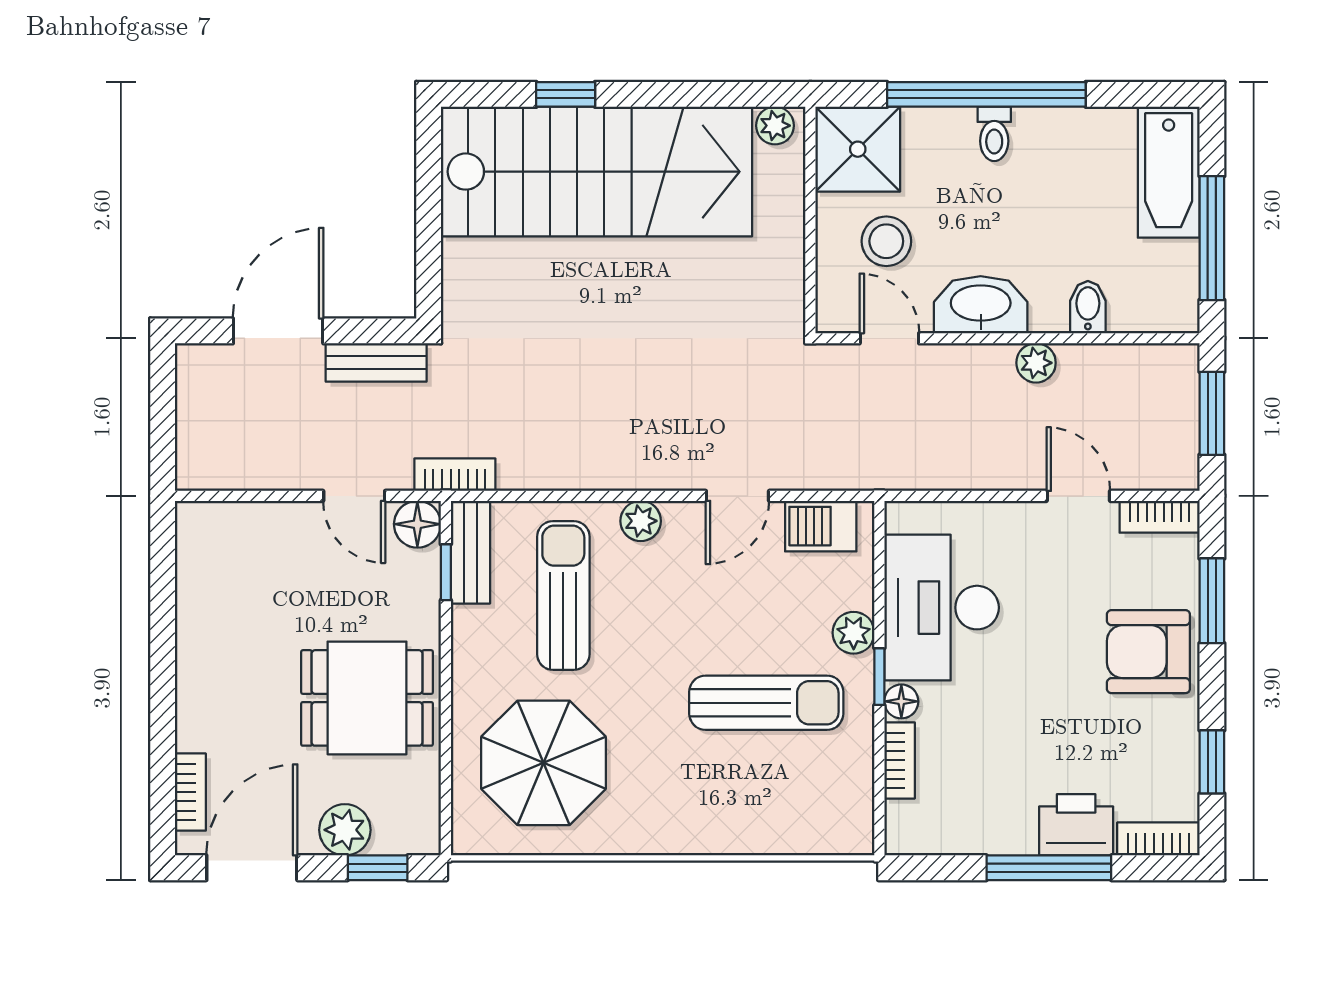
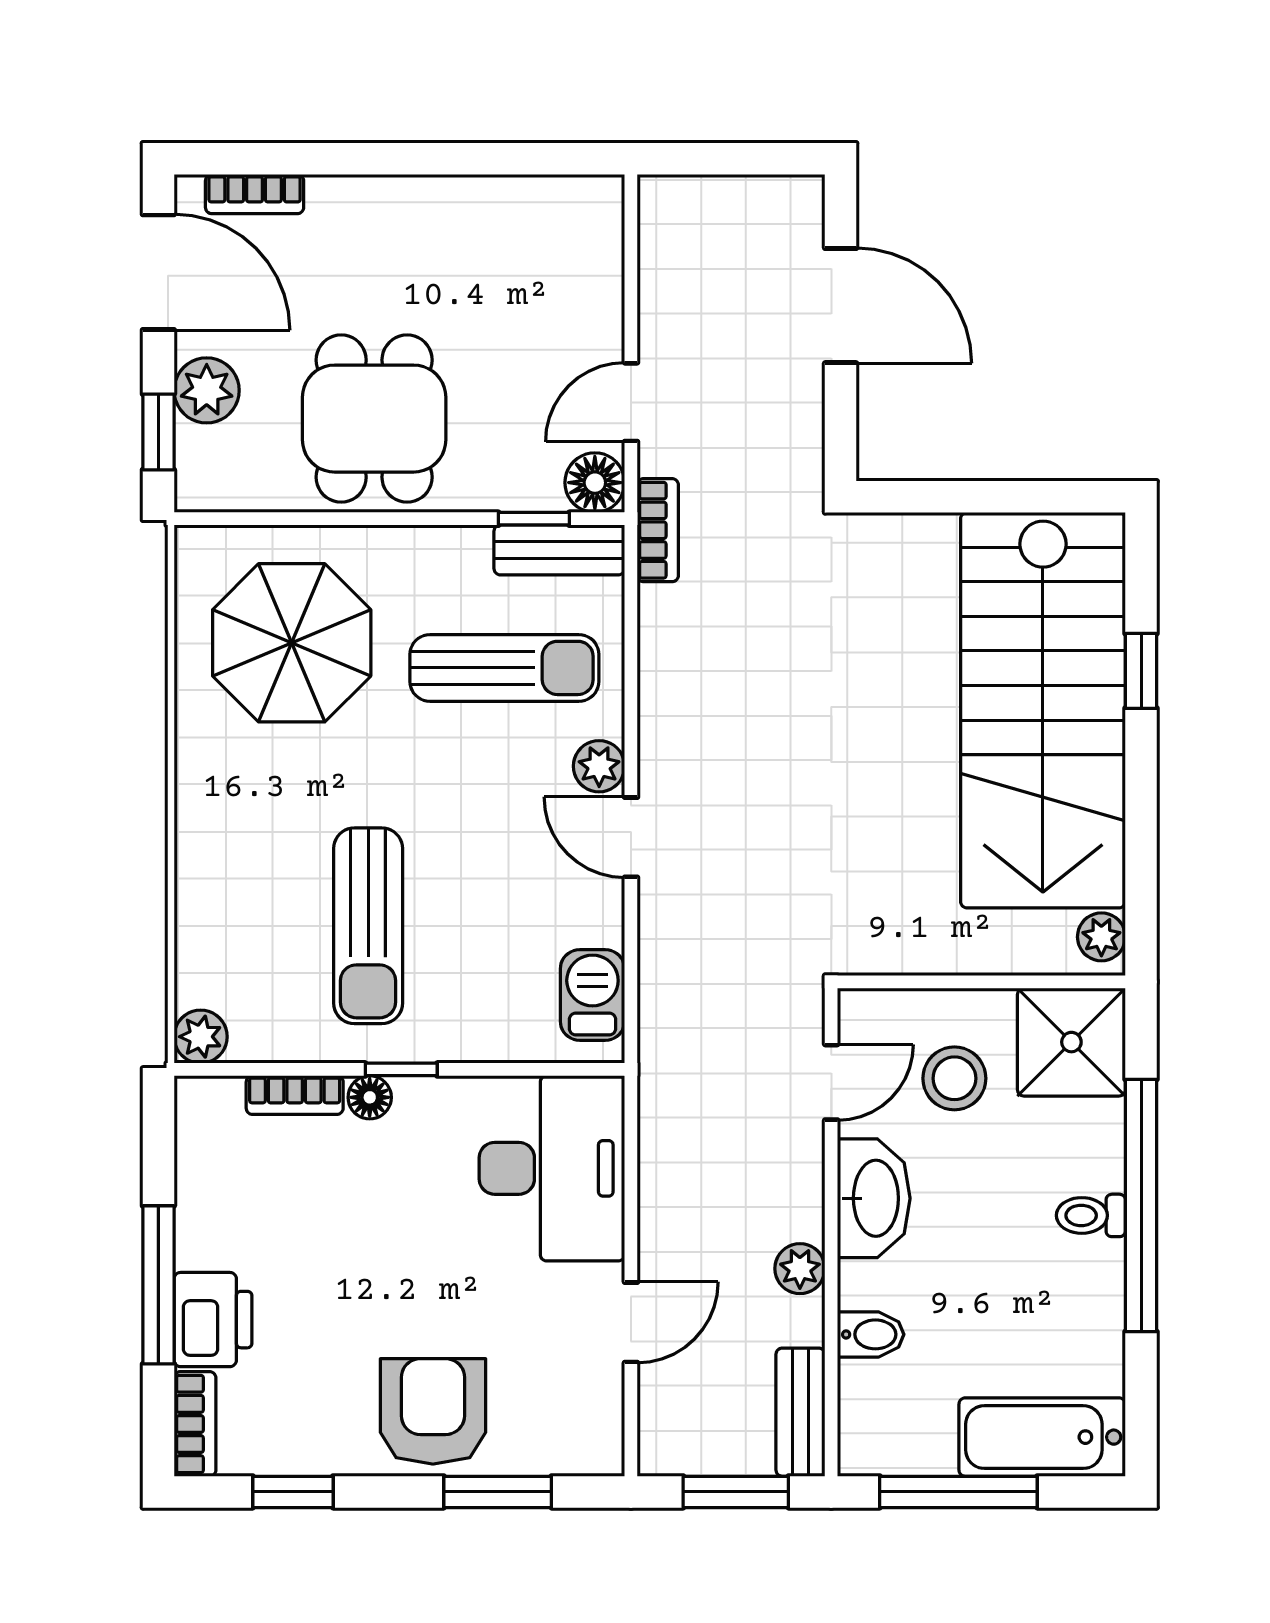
bench: (376, 362) -> (800, 1412), moved
door: (737, 496) -> (631, 837), moved
bookcase: (1160, 517) -> (604, 1426), removed
desk: (942, 608) -> (552, 1168), moved, turned 90
plant: (854, 633) -> (201, 1037), moved

